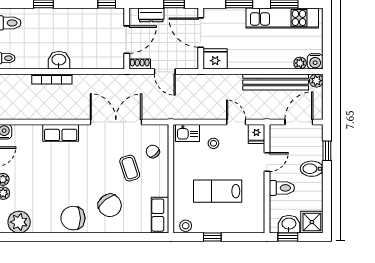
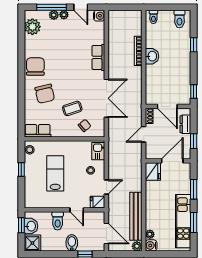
chair: (110, 205) -> (45, 94), turned -65

